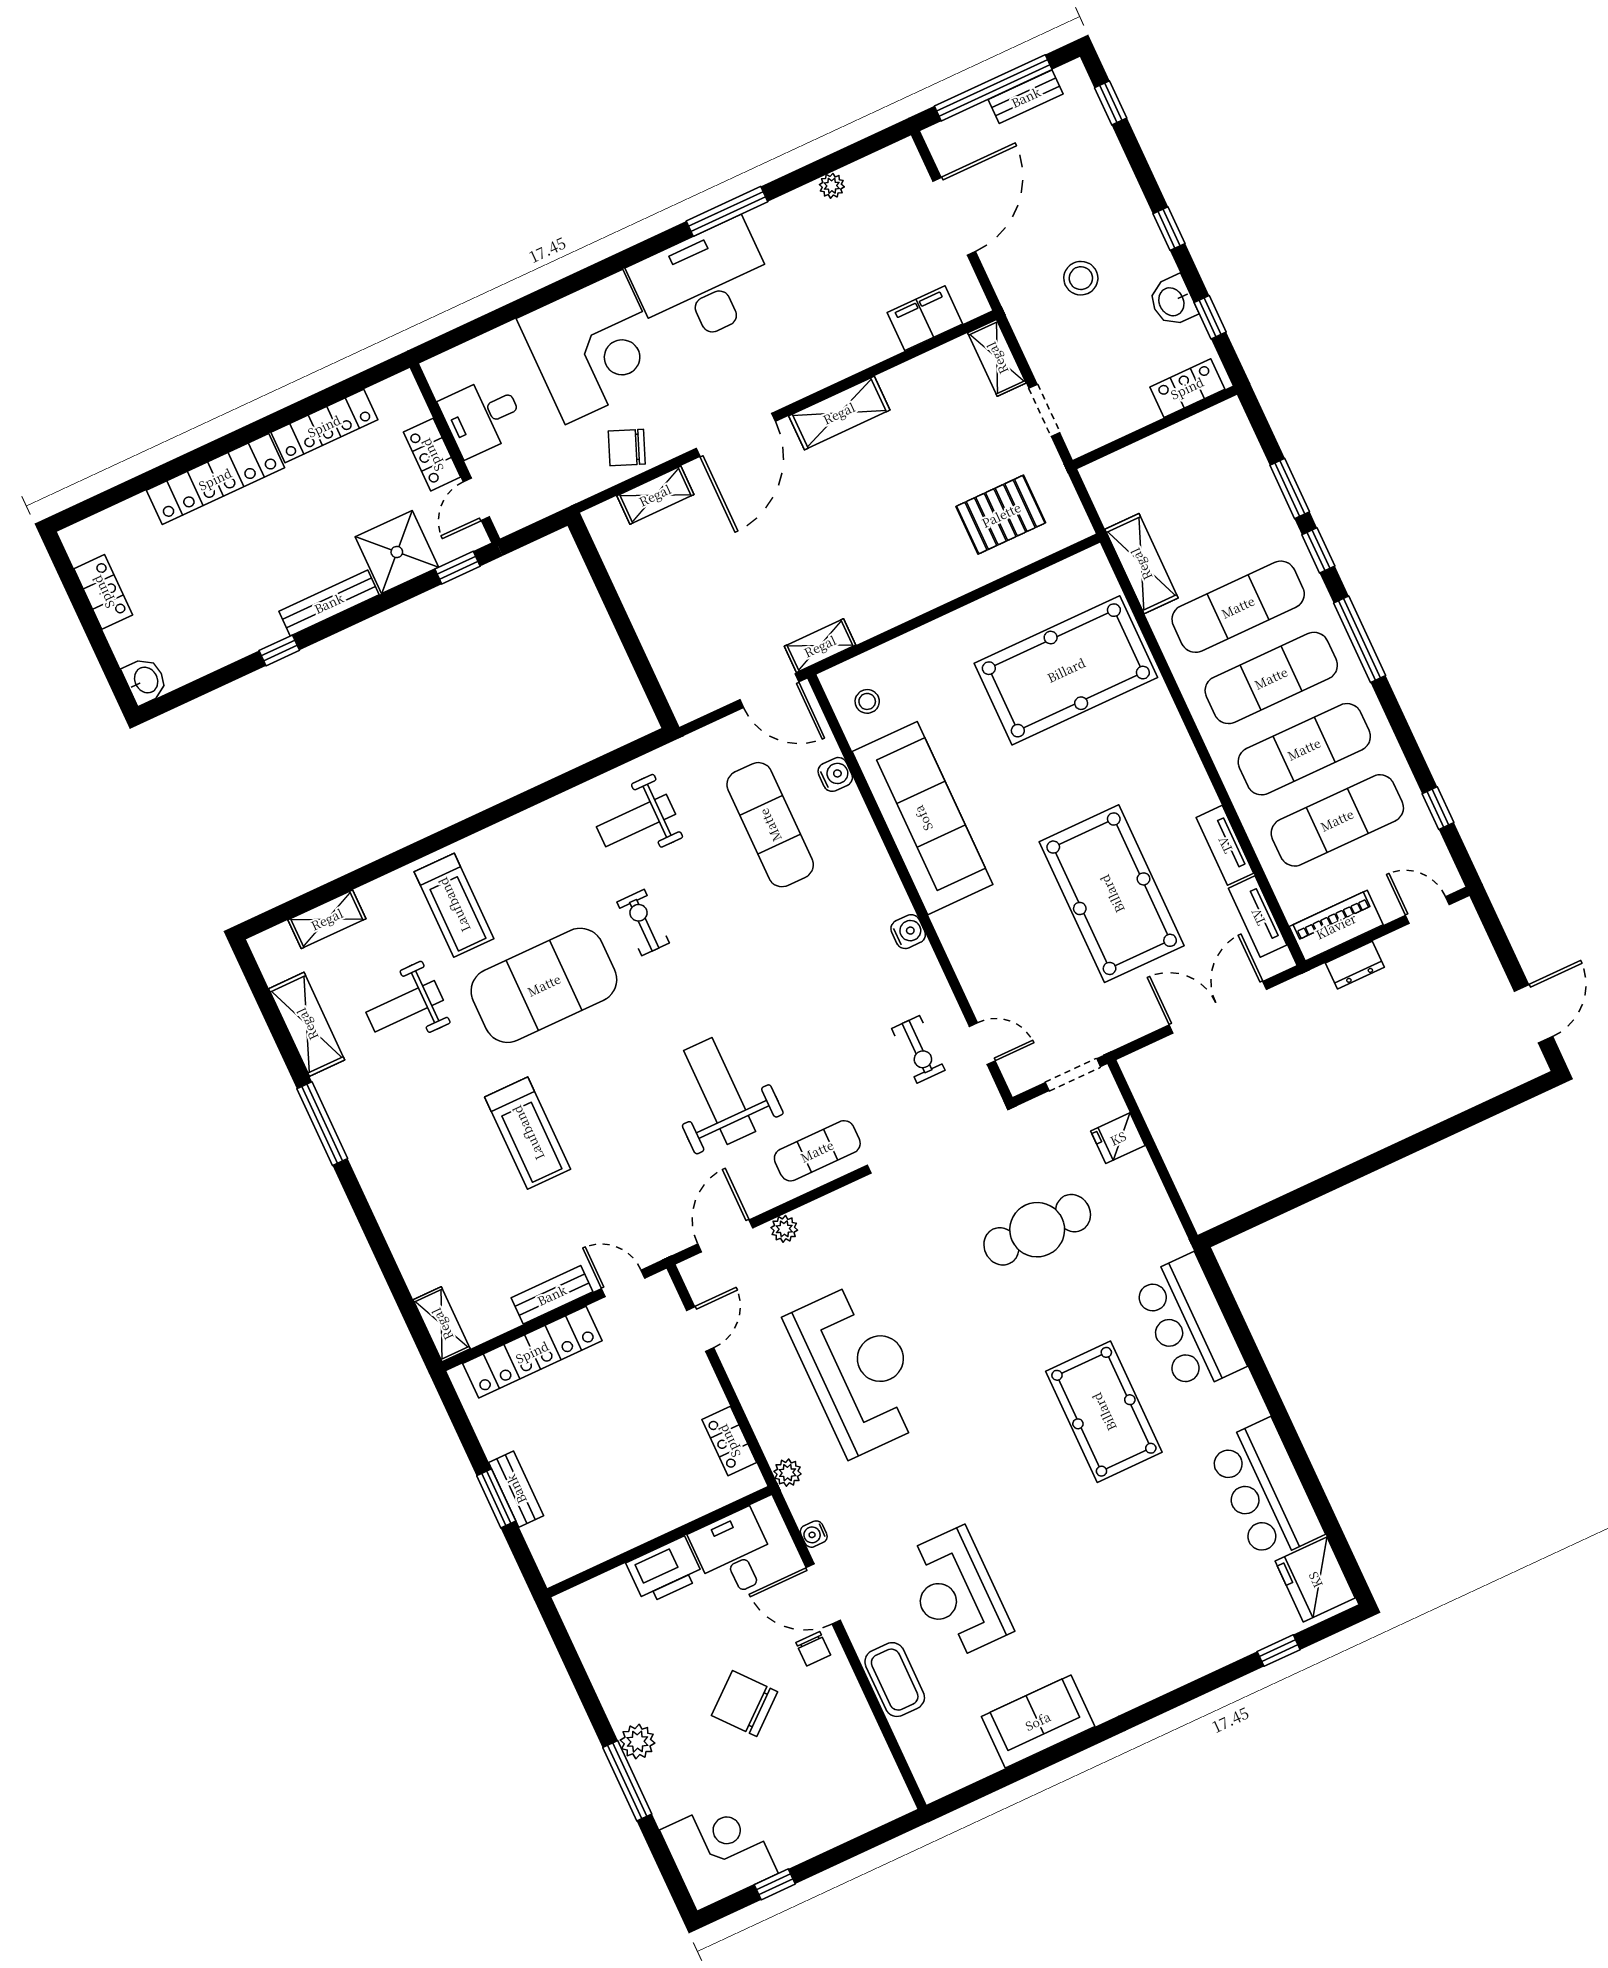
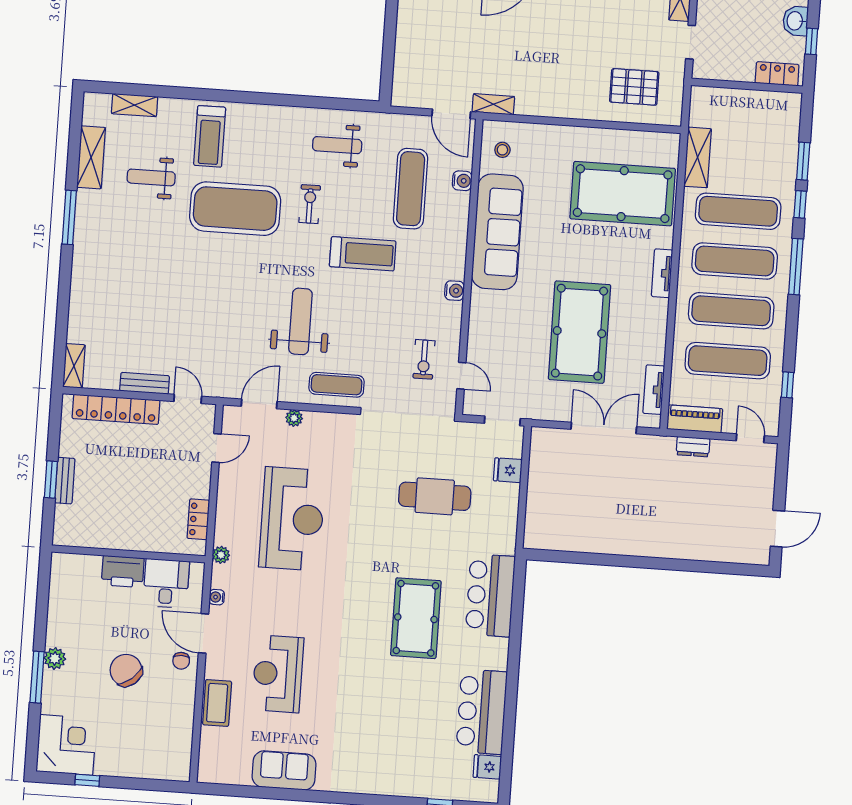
tv unit: (1225, 845) -> (662, 273), moved
treadmill: (528, 1133) -> (363, 254), moved, turned -90
fridge: (1315, 1580) -> (487, 767), width x0.53, depth x0.75

